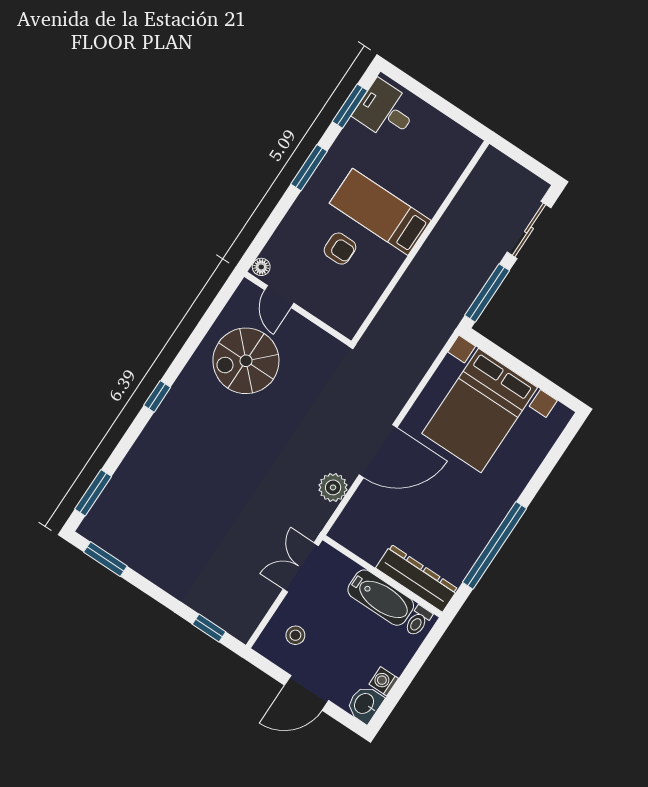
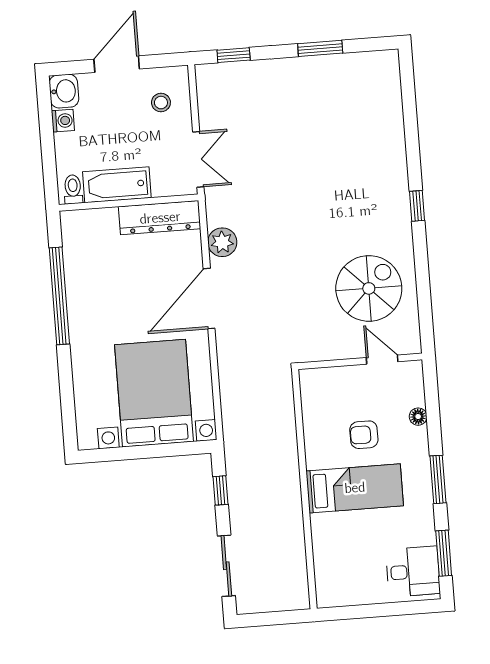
floor lamp: (261, 267) -> (418, 417), moved
window: (487, 293) -> (221, 490), width x0.46
window: (93, 493) -> (408, 90), removed
window: (105, 559) -> (320, 48), moved
dresser: (417, 578) -> (160, 218), moved

